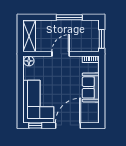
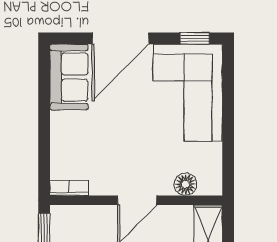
floor lamp: (29, 61) -> (186, 184), moved
sofa: (91, 87) -> (69, 77), moved

